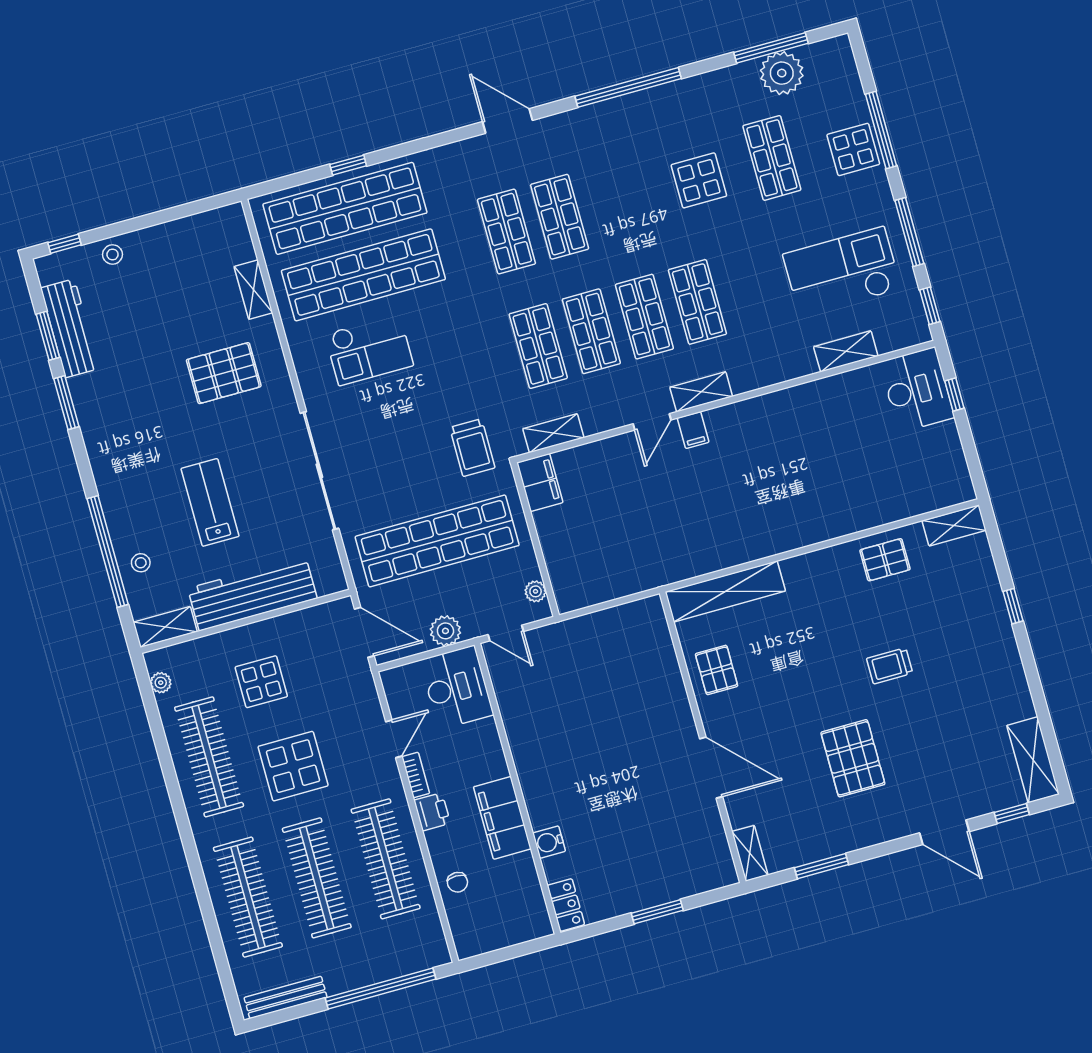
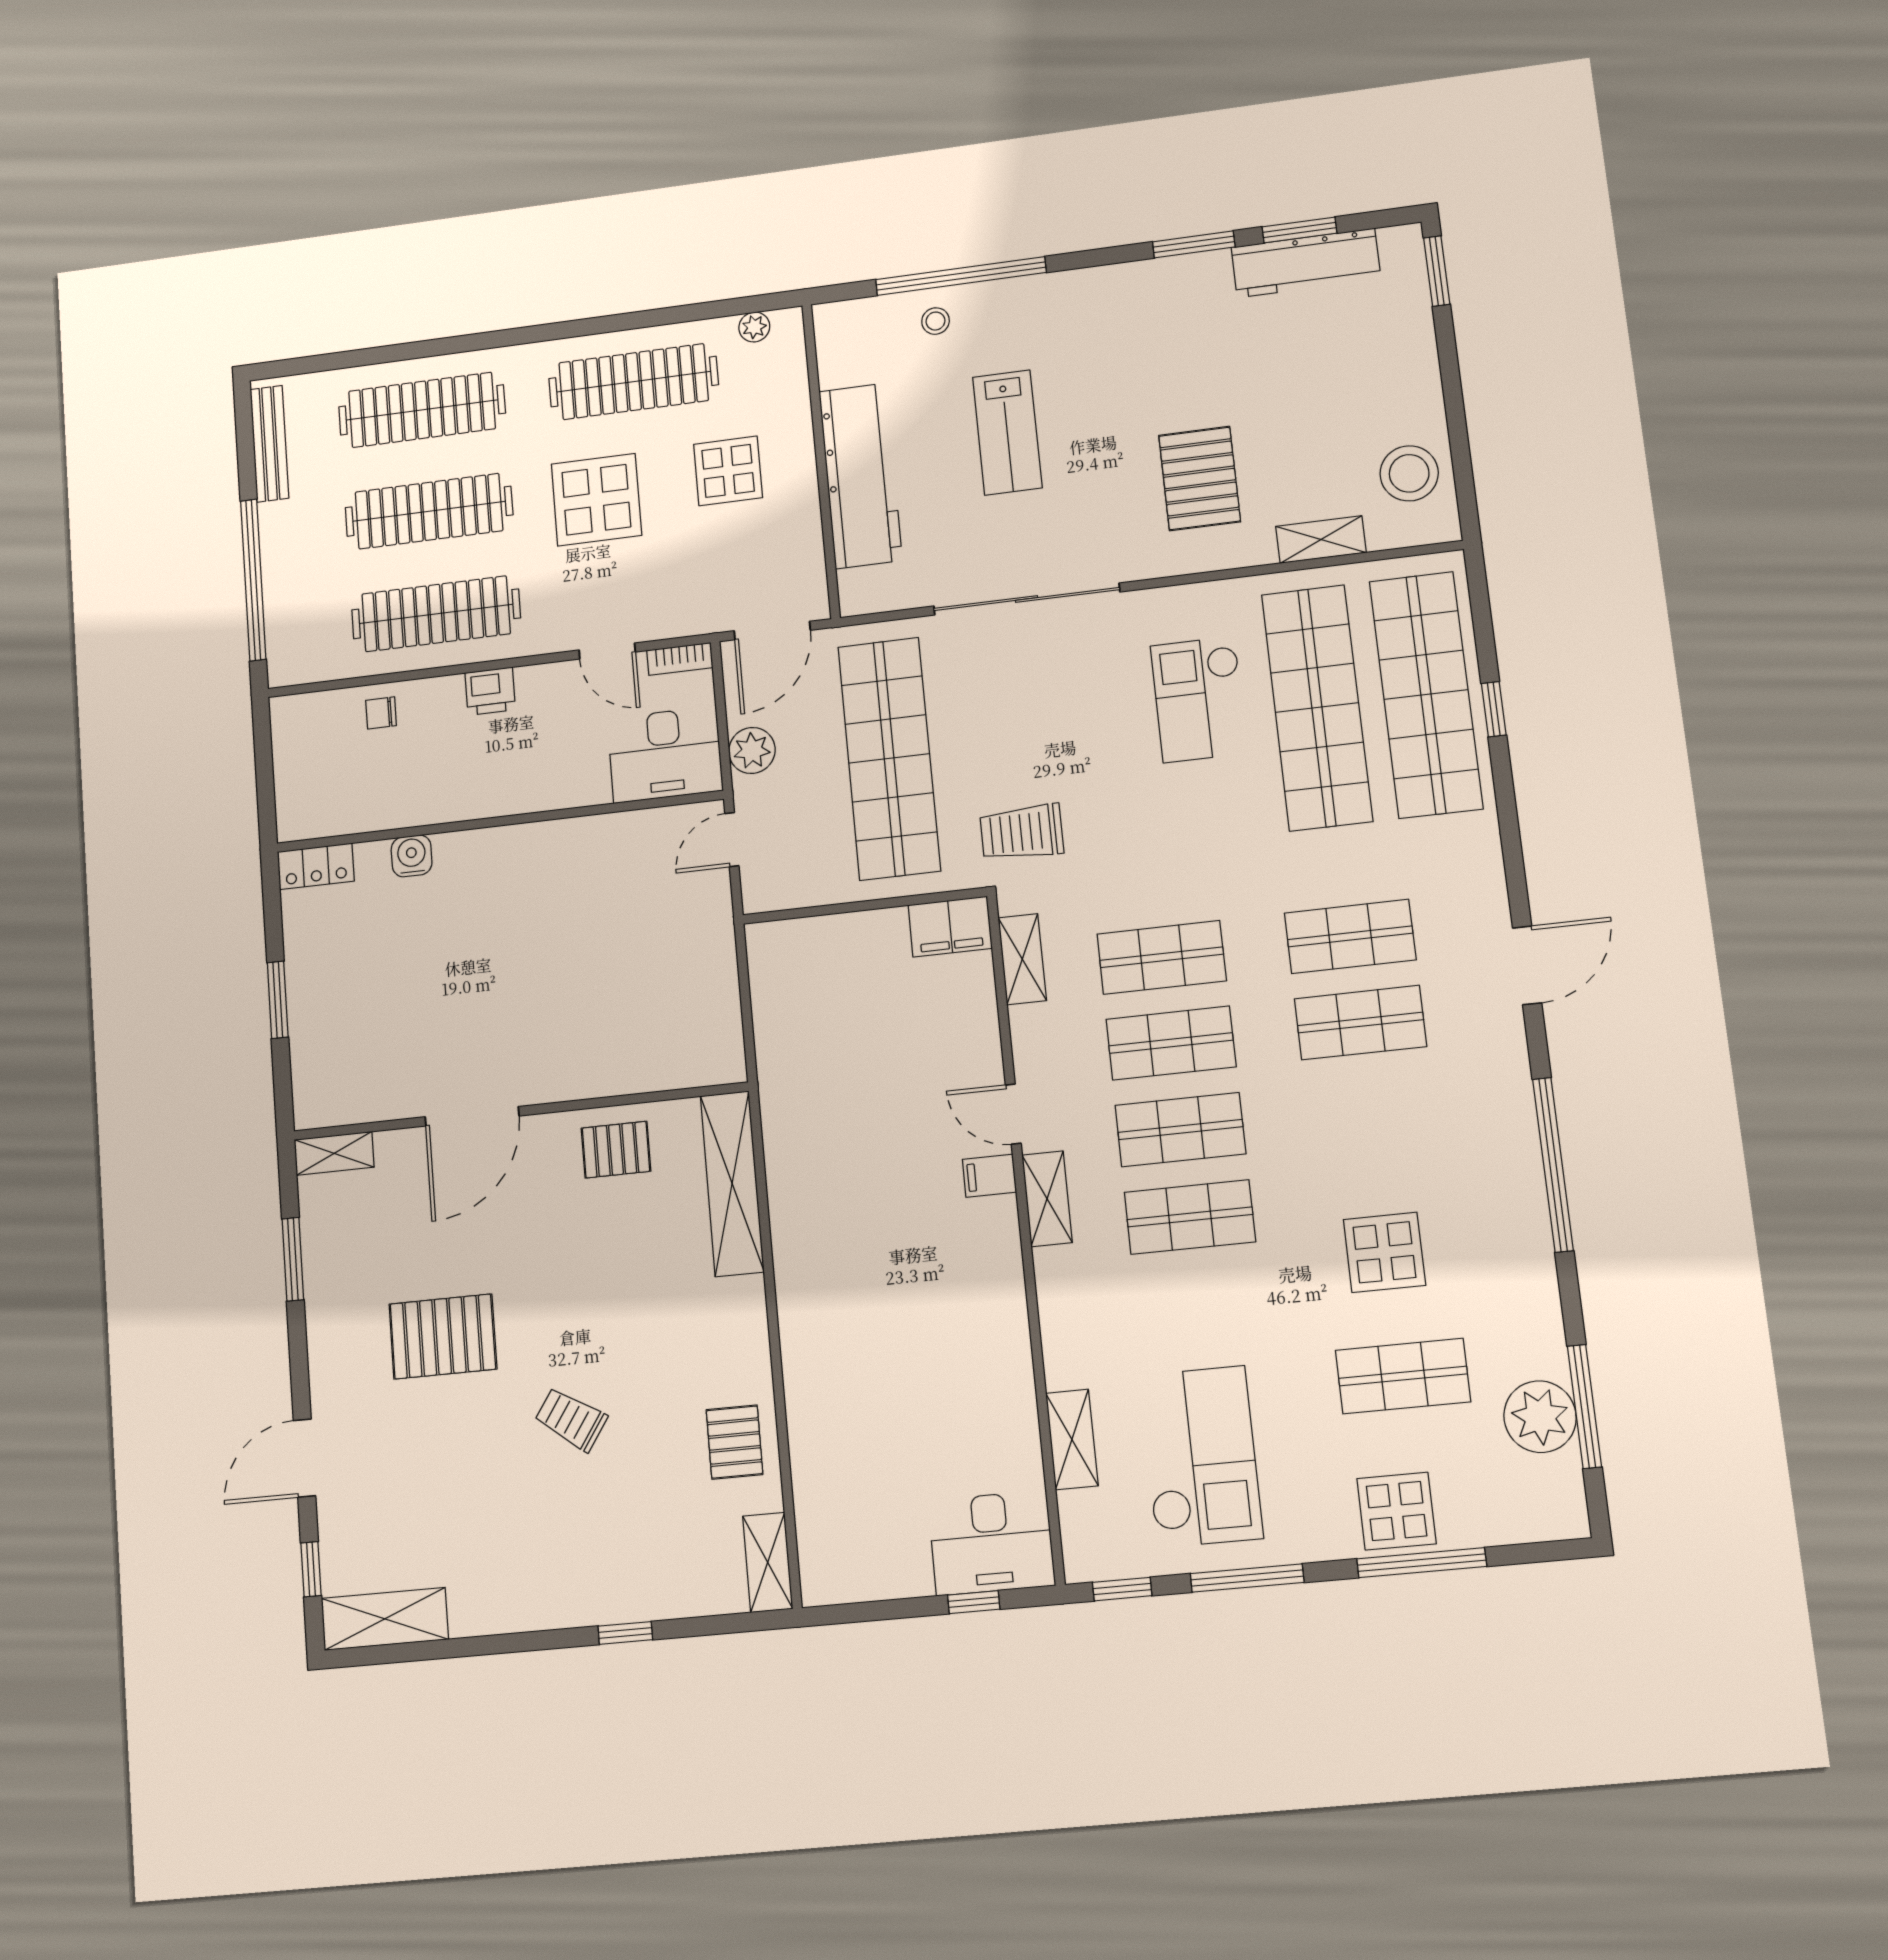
window: (65, 244) -> (1437, 271), width x1.50
stool: (112, 254) -> (1409, 473), moved, width x1.89, depth x1.89
lab bench: (210, 502) -> (1007, 432), turned 90
plant: (536, 591) -> (786, 894), removed
shelving: (165, 627) -> (835, 344), removed
trolley: (890, 666) -> (571, 1419), turned -56
bookcase: (416, 775) -> (680, 659), moved
filing cabinet: (502, 818) -> (461, 793), removed

